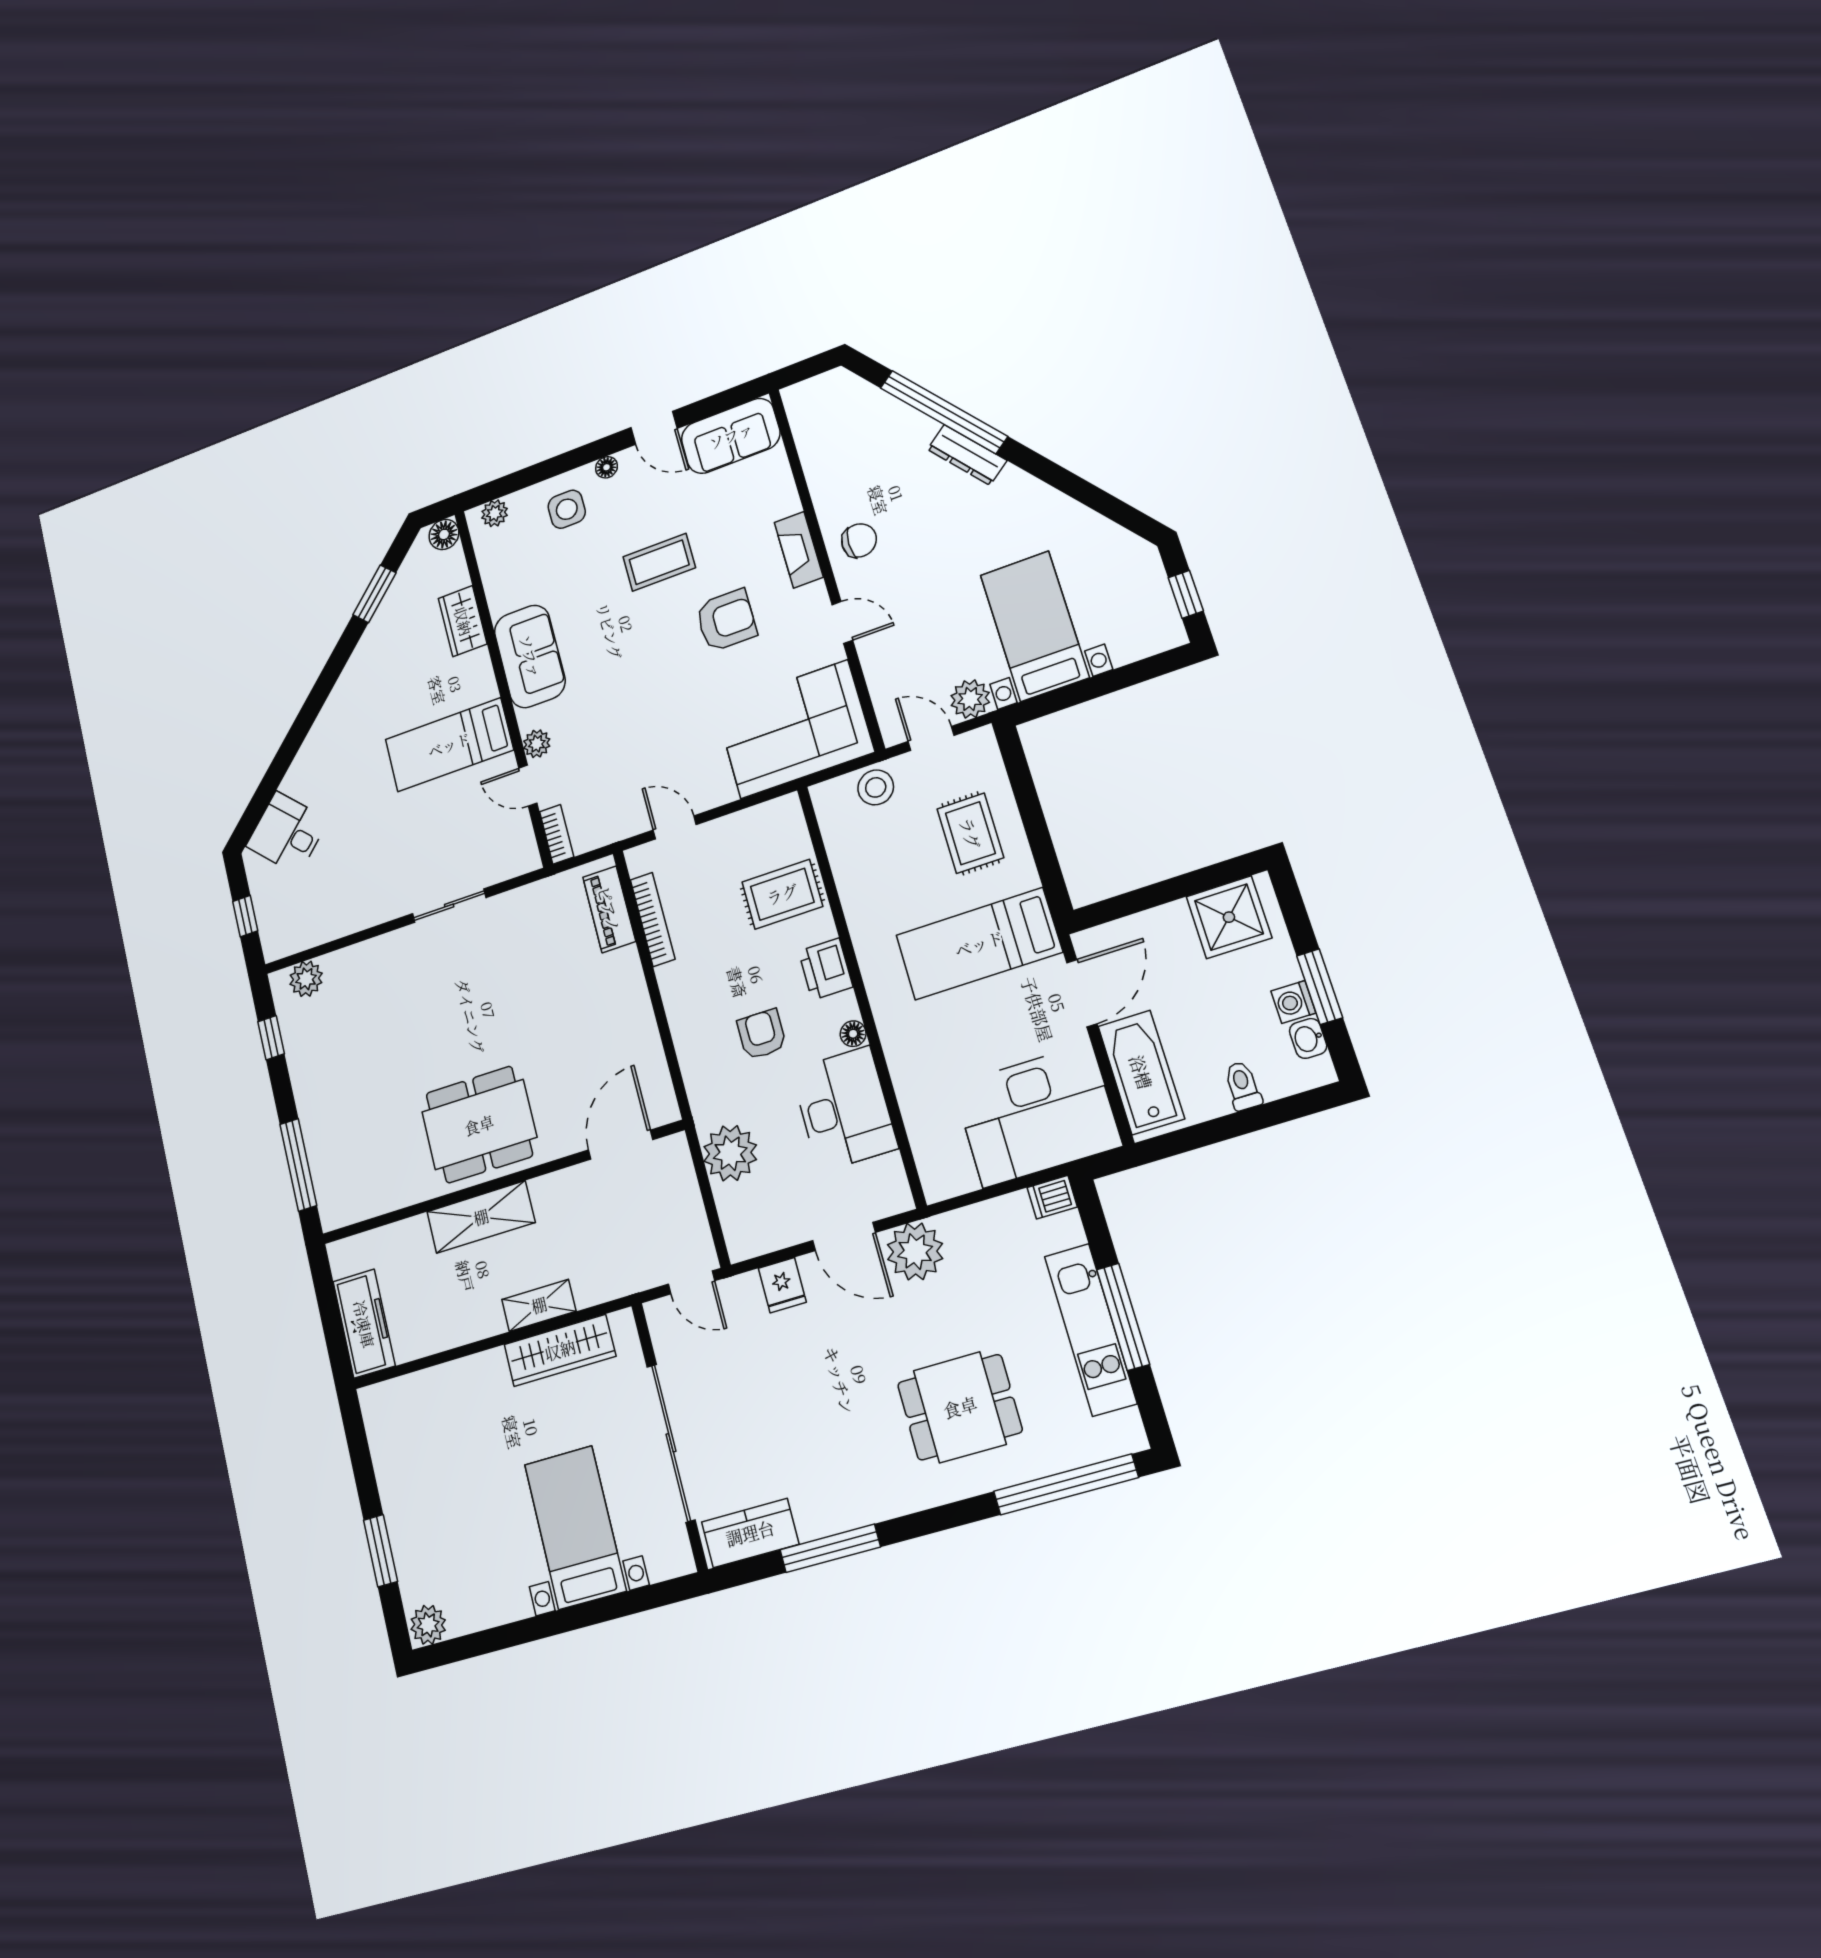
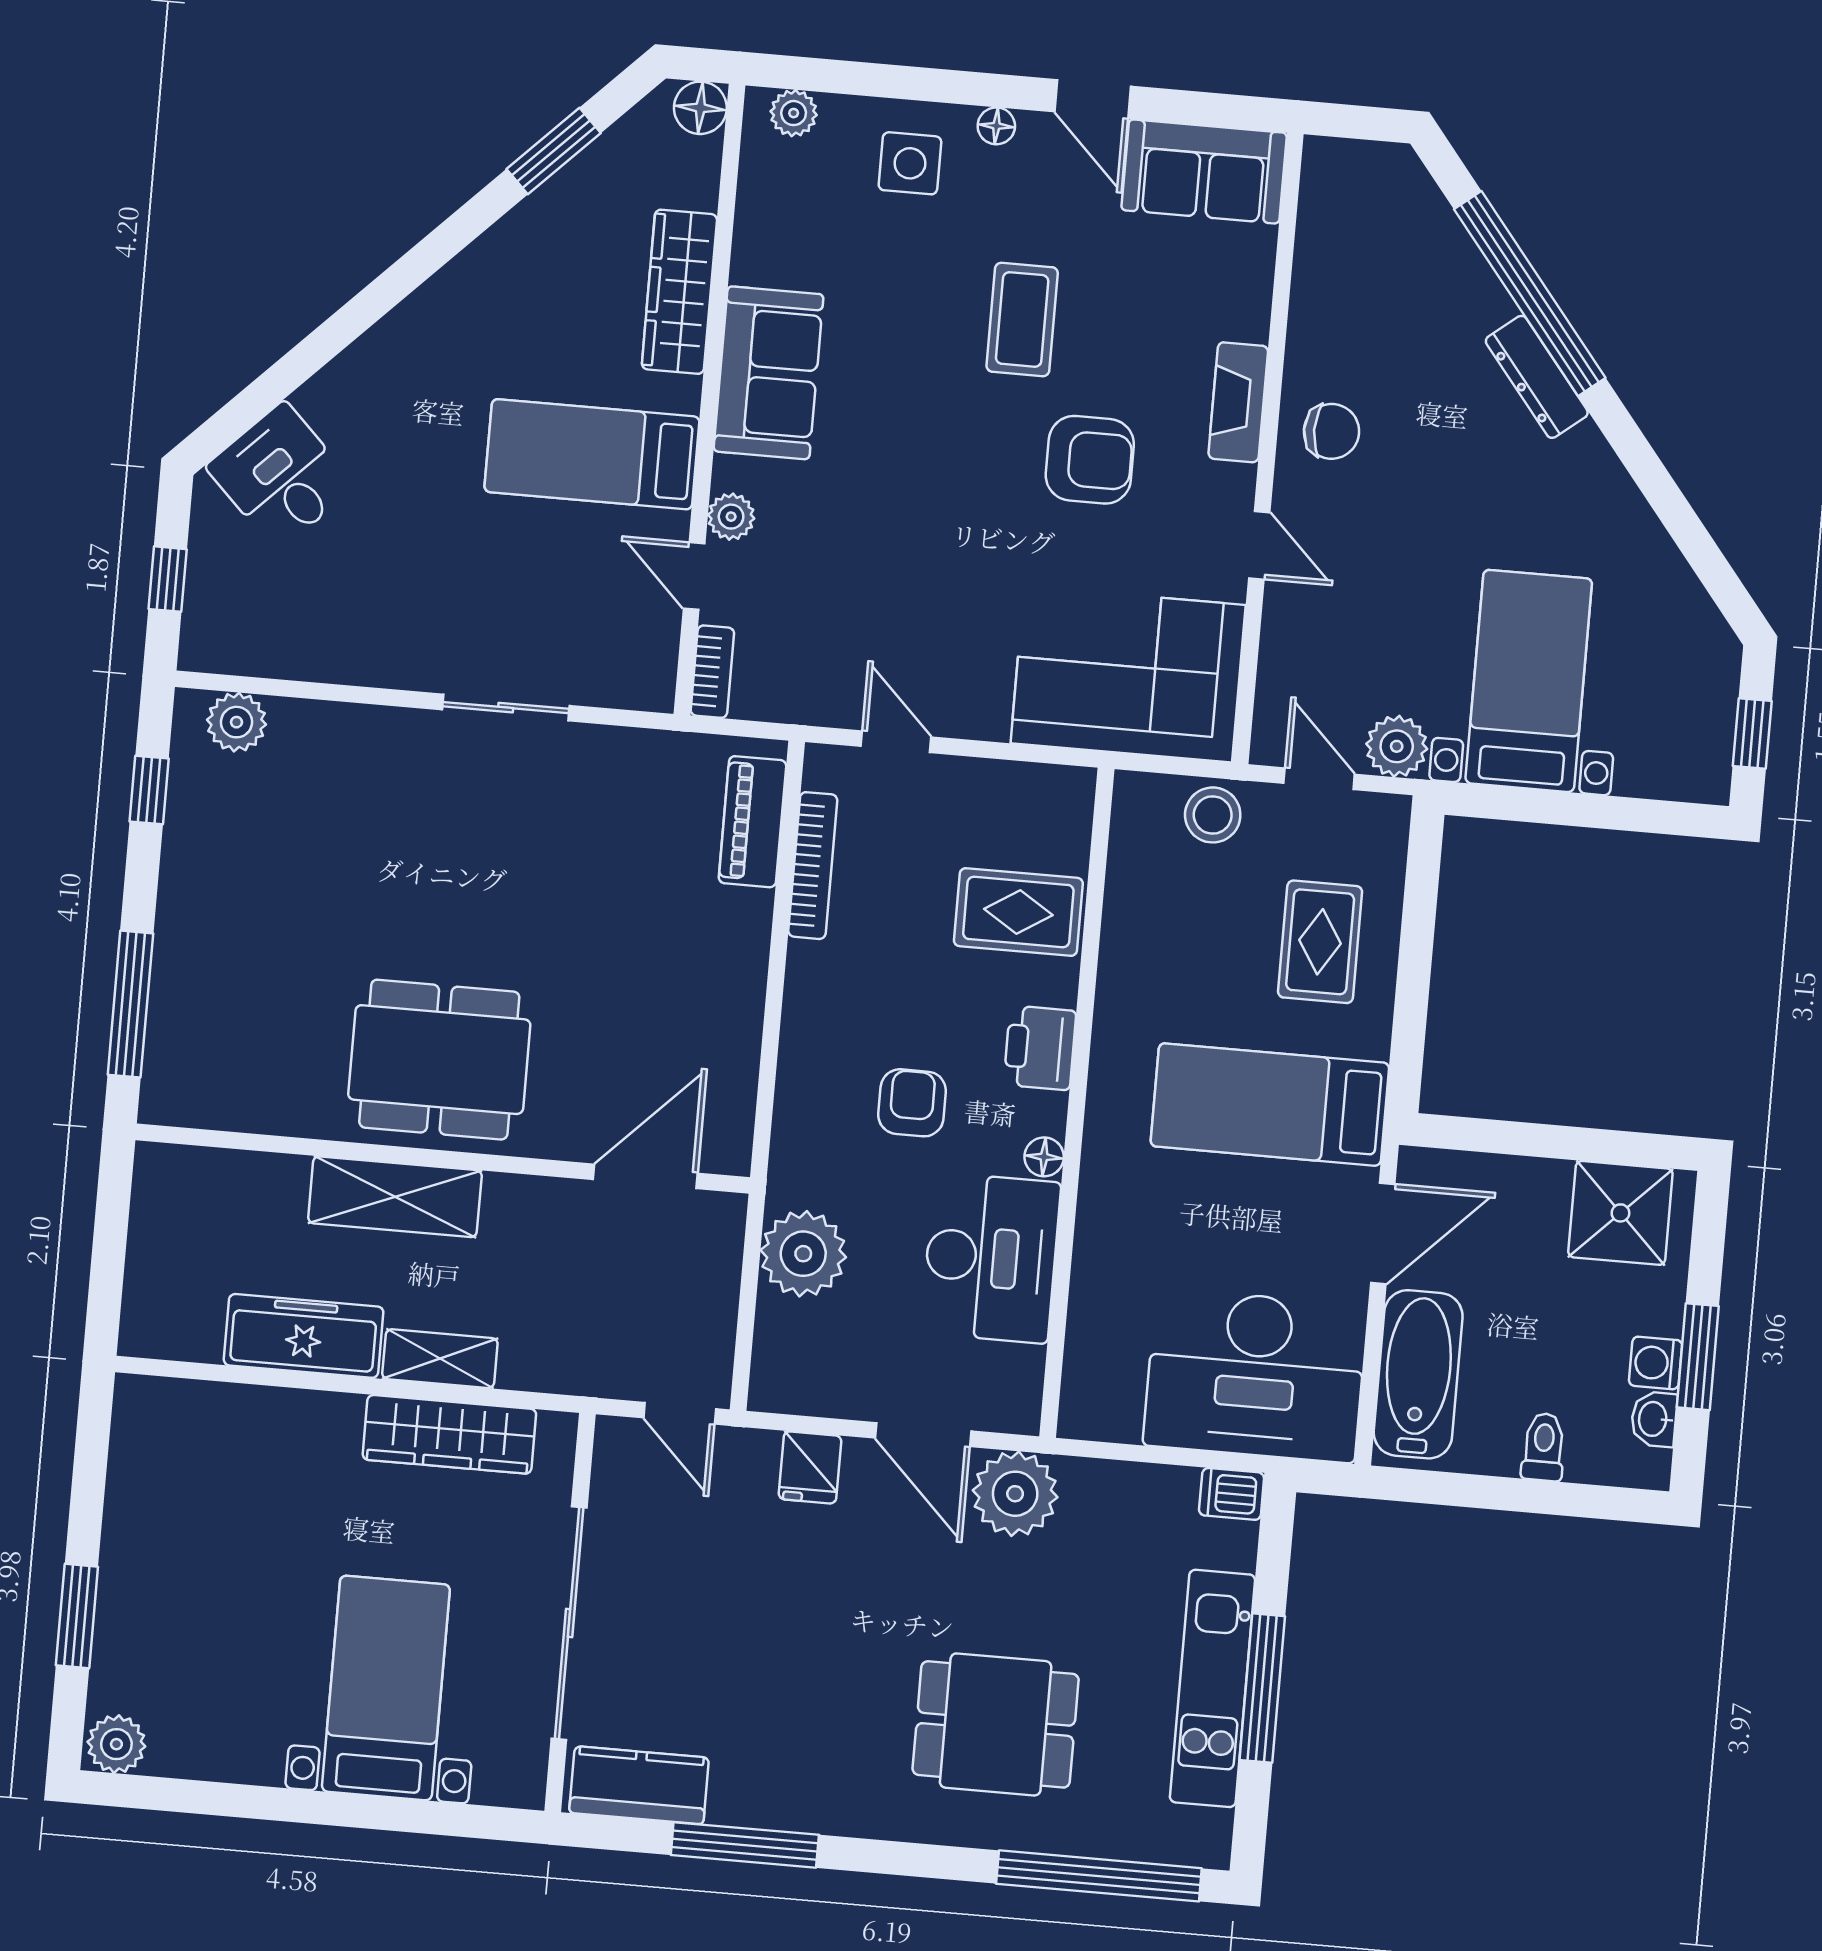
coffee table: (659, 562) -> (1022, 319), turned 90
wardrobe: (463, 621) -> (679, 292), width x1.50
freezer: (364, 1324) -> (304, 1336), moved, turned -90

